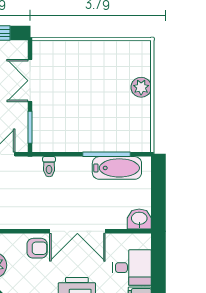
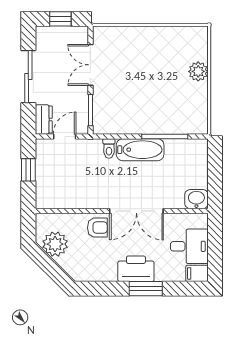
bathtub: (117, 168) -> (140, 150), moved

